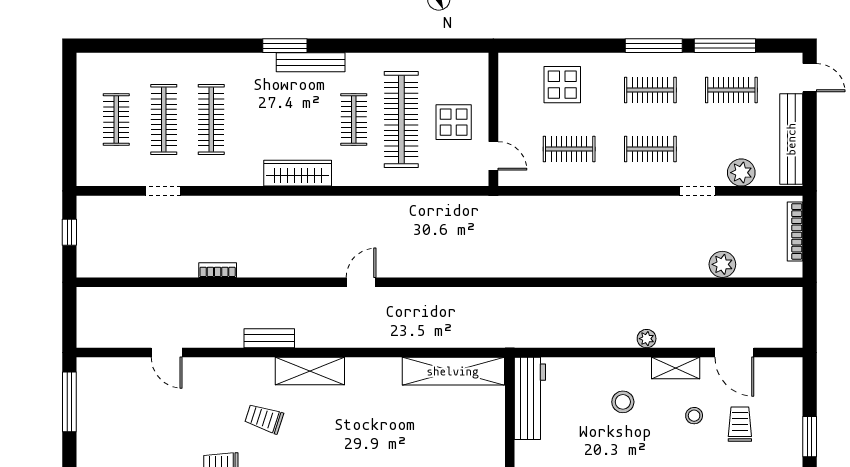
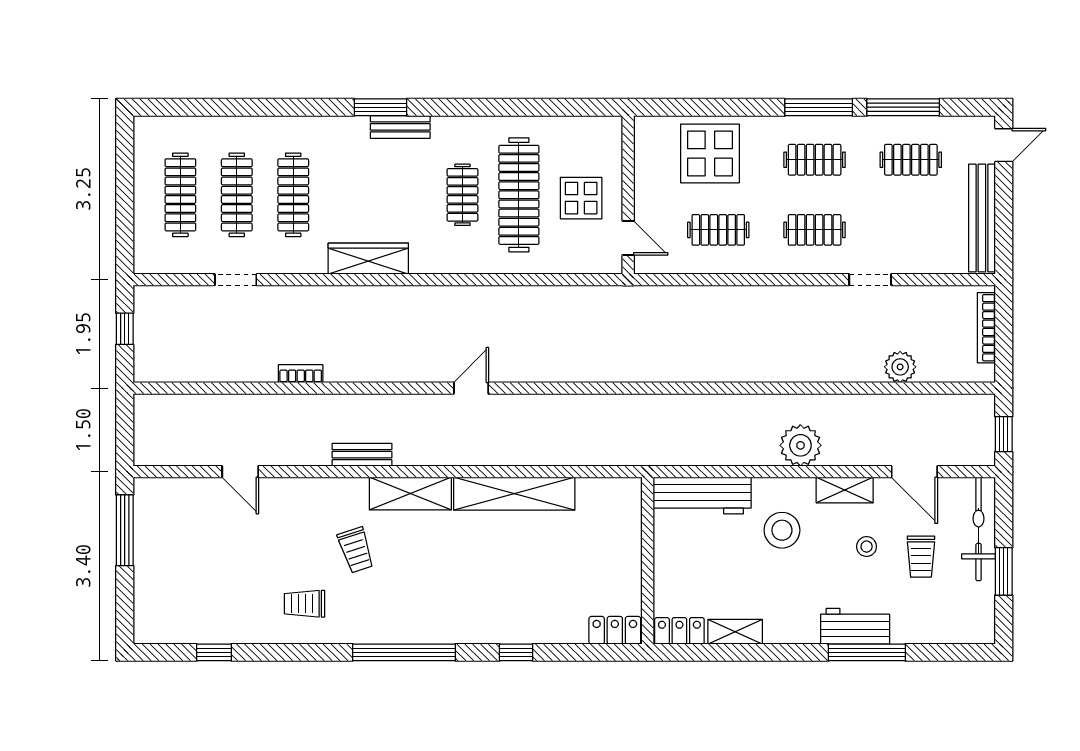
bench: (311, 62) -> (400, 127), width x0.73
door: (810, 78) -> (1004, 145), hinge flipped
display table: (562, 85) -> (710, 153), width x1.36, depth x1.36
clothes rail: (116, 119) -> (180, 195), width x1.36
wardrobe: (298, 173) -> (368, 259), moved
plant: (741, 173) -> (923, 258), removed
window: (810, 321) -> (1004, 434), added
plant: (647, 339) -> (800, 445), width x1.88, depth x1.88
shelving: (453, 371) -> (514, 494), moved
workbench: (530, 398) -> (702, 496), moved, turned 90
bicycle: (788, 401) -> (979, 529), added
stool: (623, 402) -> (782, 530), width x1.38, depth x1.38
trolley: (264, 419) -> (356, 550), turned -126
trolley: (740, 424) -> (921, 557), turned 180

